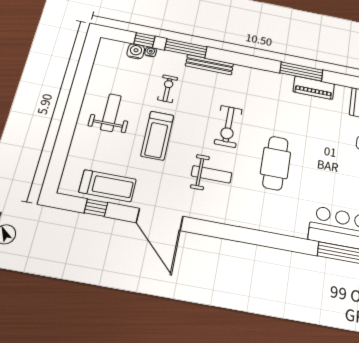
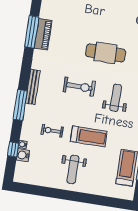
window: (186, 48) -> (20, 105), moved
bench: (209, 65) -> (33, 87), moved
piano: (314, 88) -> (43, 34), moved
weight bench: (111, 113) -> (73, 169), turned -90

